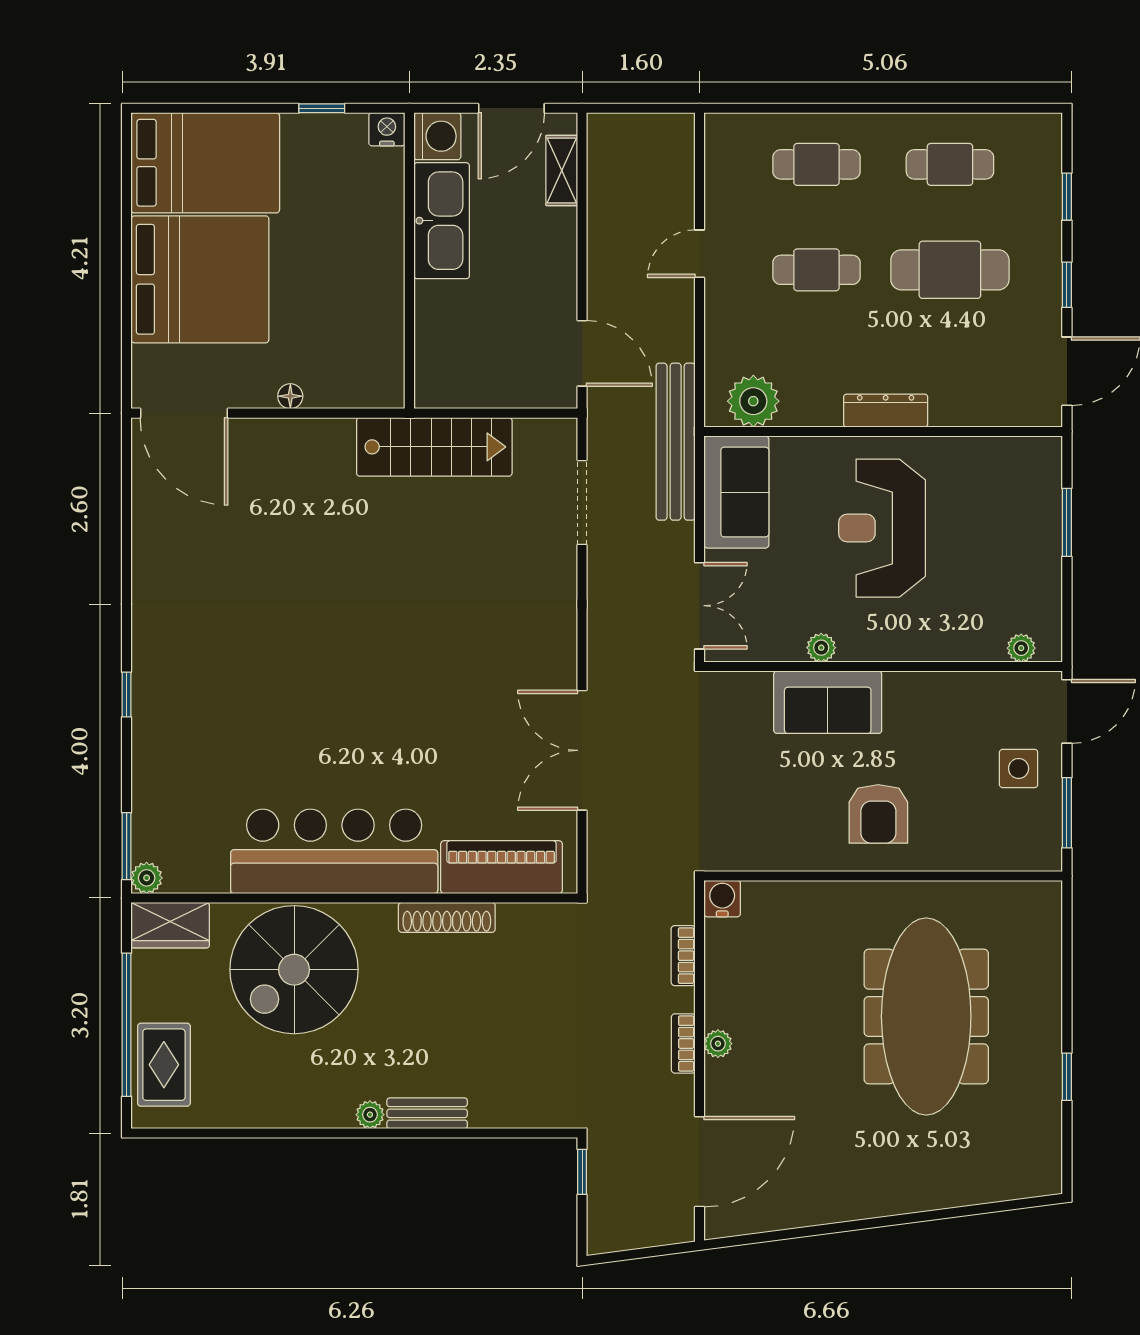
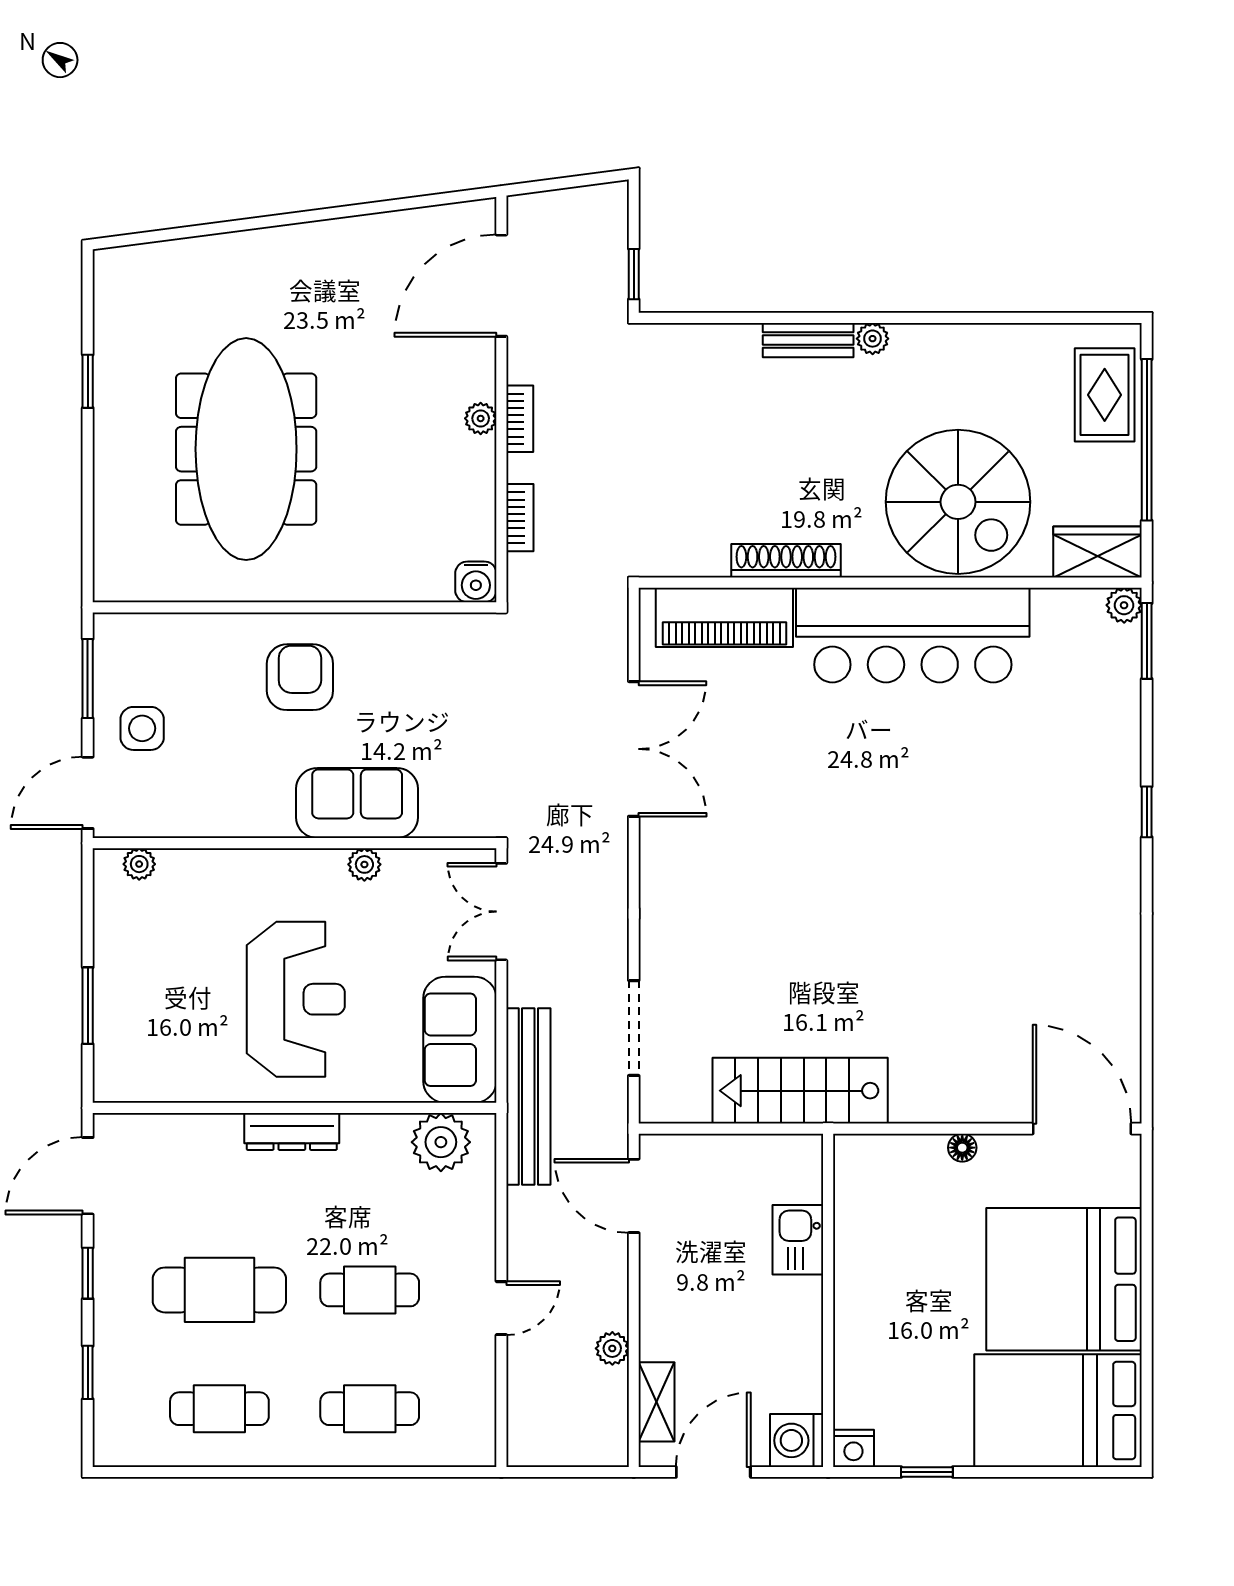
plant: (601, 218) -> (612, 1348), added
kitchen sink: (442, 221) -> (798, 1240), moved, width x0.53, depth x0.81
spiral stairs: (294, 970) -> (958, 502), turned 90

